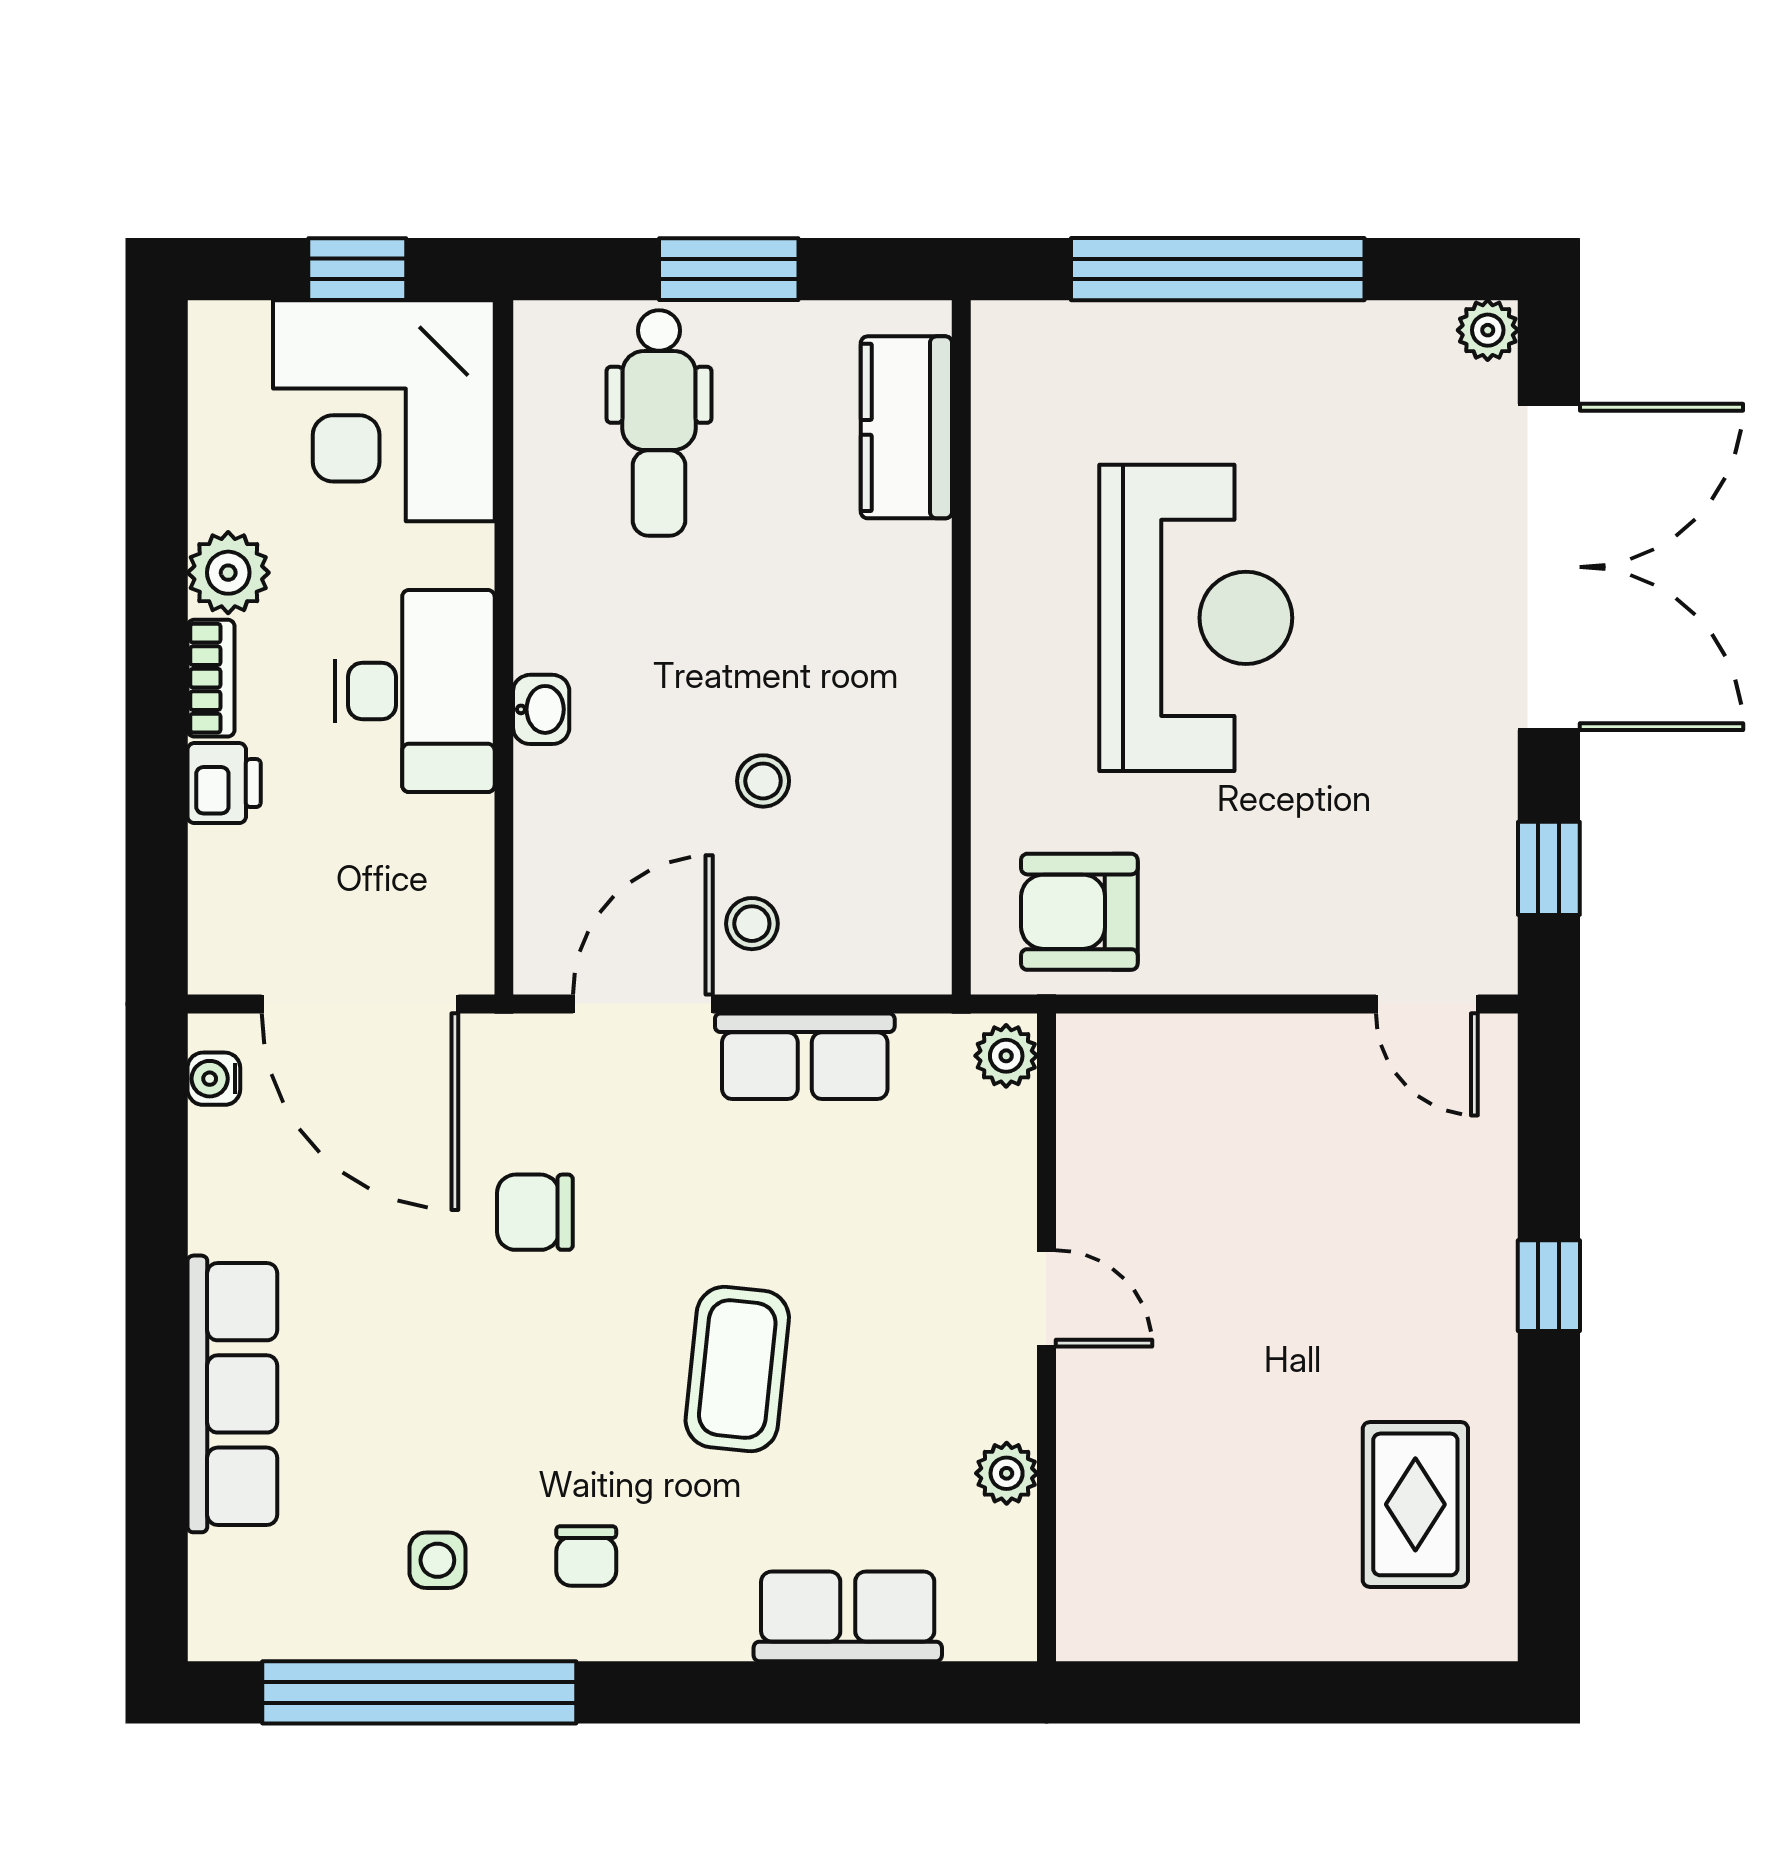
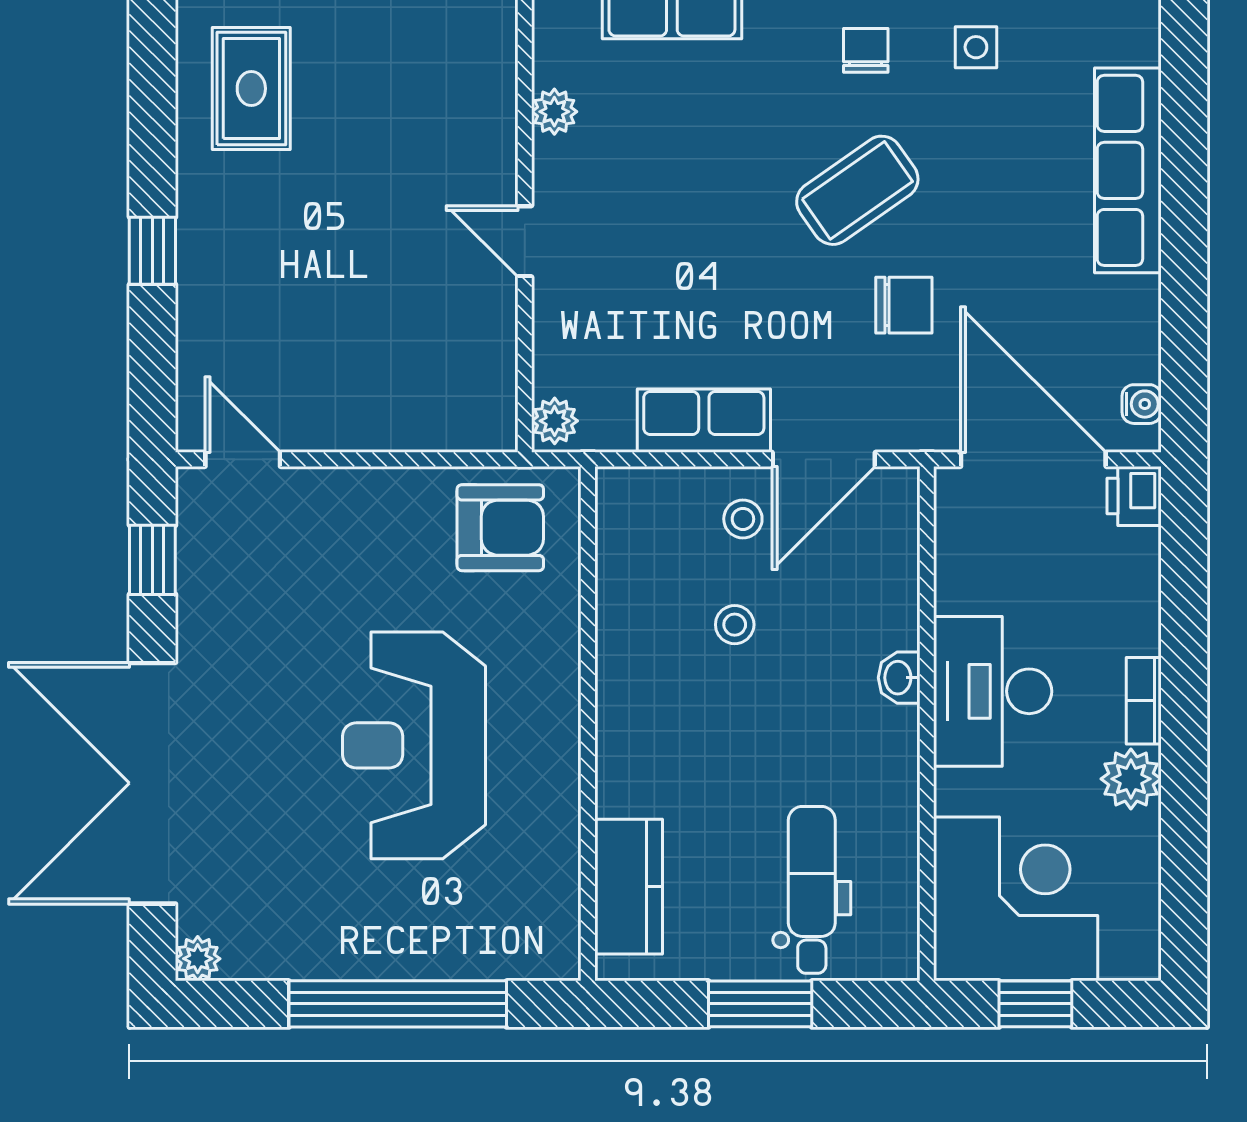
printer: (224, 783) -> (1134, 496), moved
coffee table: (737, 1369) -> (857, 190), moved, turned 49

